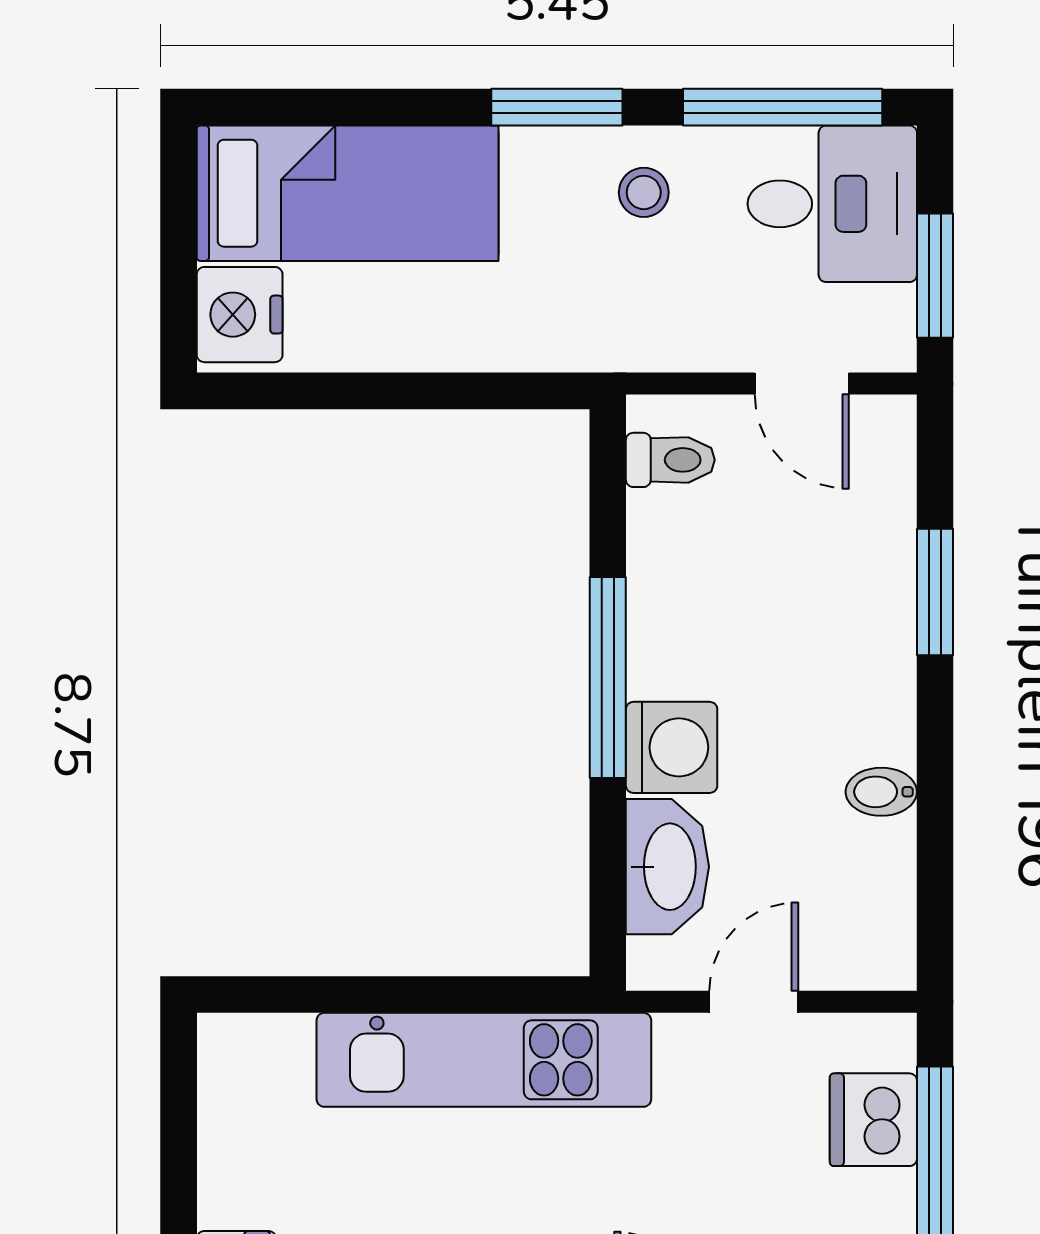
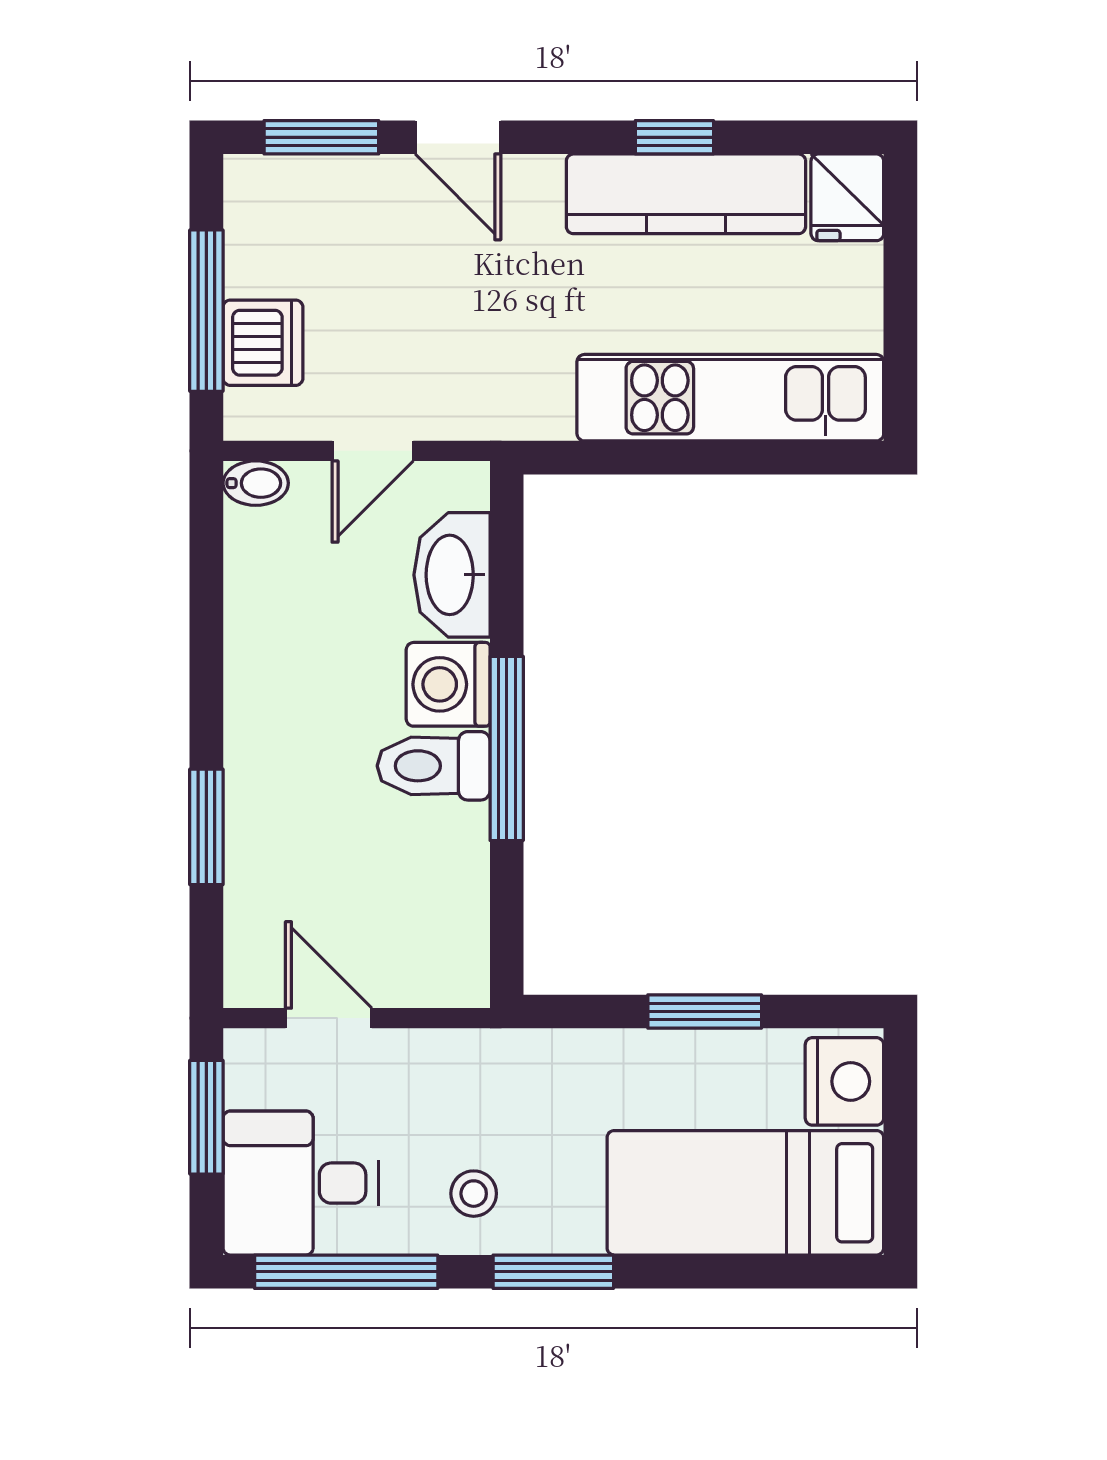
window: (392, 391) -> (705, 1011), added
toilet: (670, 460) -> (434, 766), moved, width x1.37, depth x1.39
bidet: (881, 792) -> (256, 483), moved
kitchen unit: (484, 1060) -> (730, 398), moved

